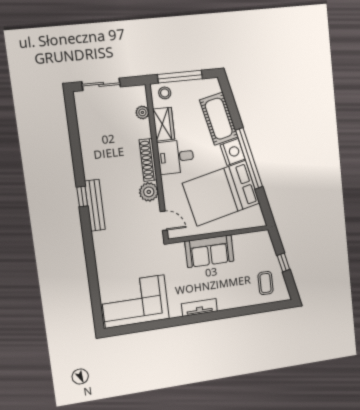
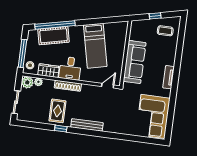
nightstand: (233, 152) -> (76, 32), removed
rug: (105, 154) -> (57, 111), added
window: (249, 159) -> (55, 25), moved
plant: (149, 192) -> (27, 82), moved
bed: (221, 193) -> (95, 46), width x0.67
window: (82, 196) -> (61, 129), moved
sofa: (209, 251) -> (135, 62), width x1.36

